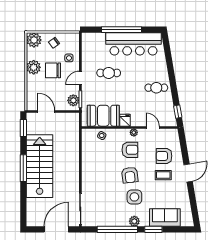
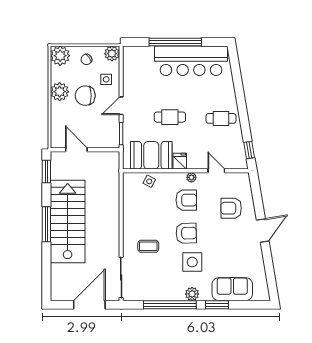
cafe table: (109, 73) -> (170, 117), moved
plant: (73, 100) -> (112, 54), moved
armchair: (130, 175) -> (186, 233), turned -85
coffee table: (163, 175) -> (148, 246), moved

